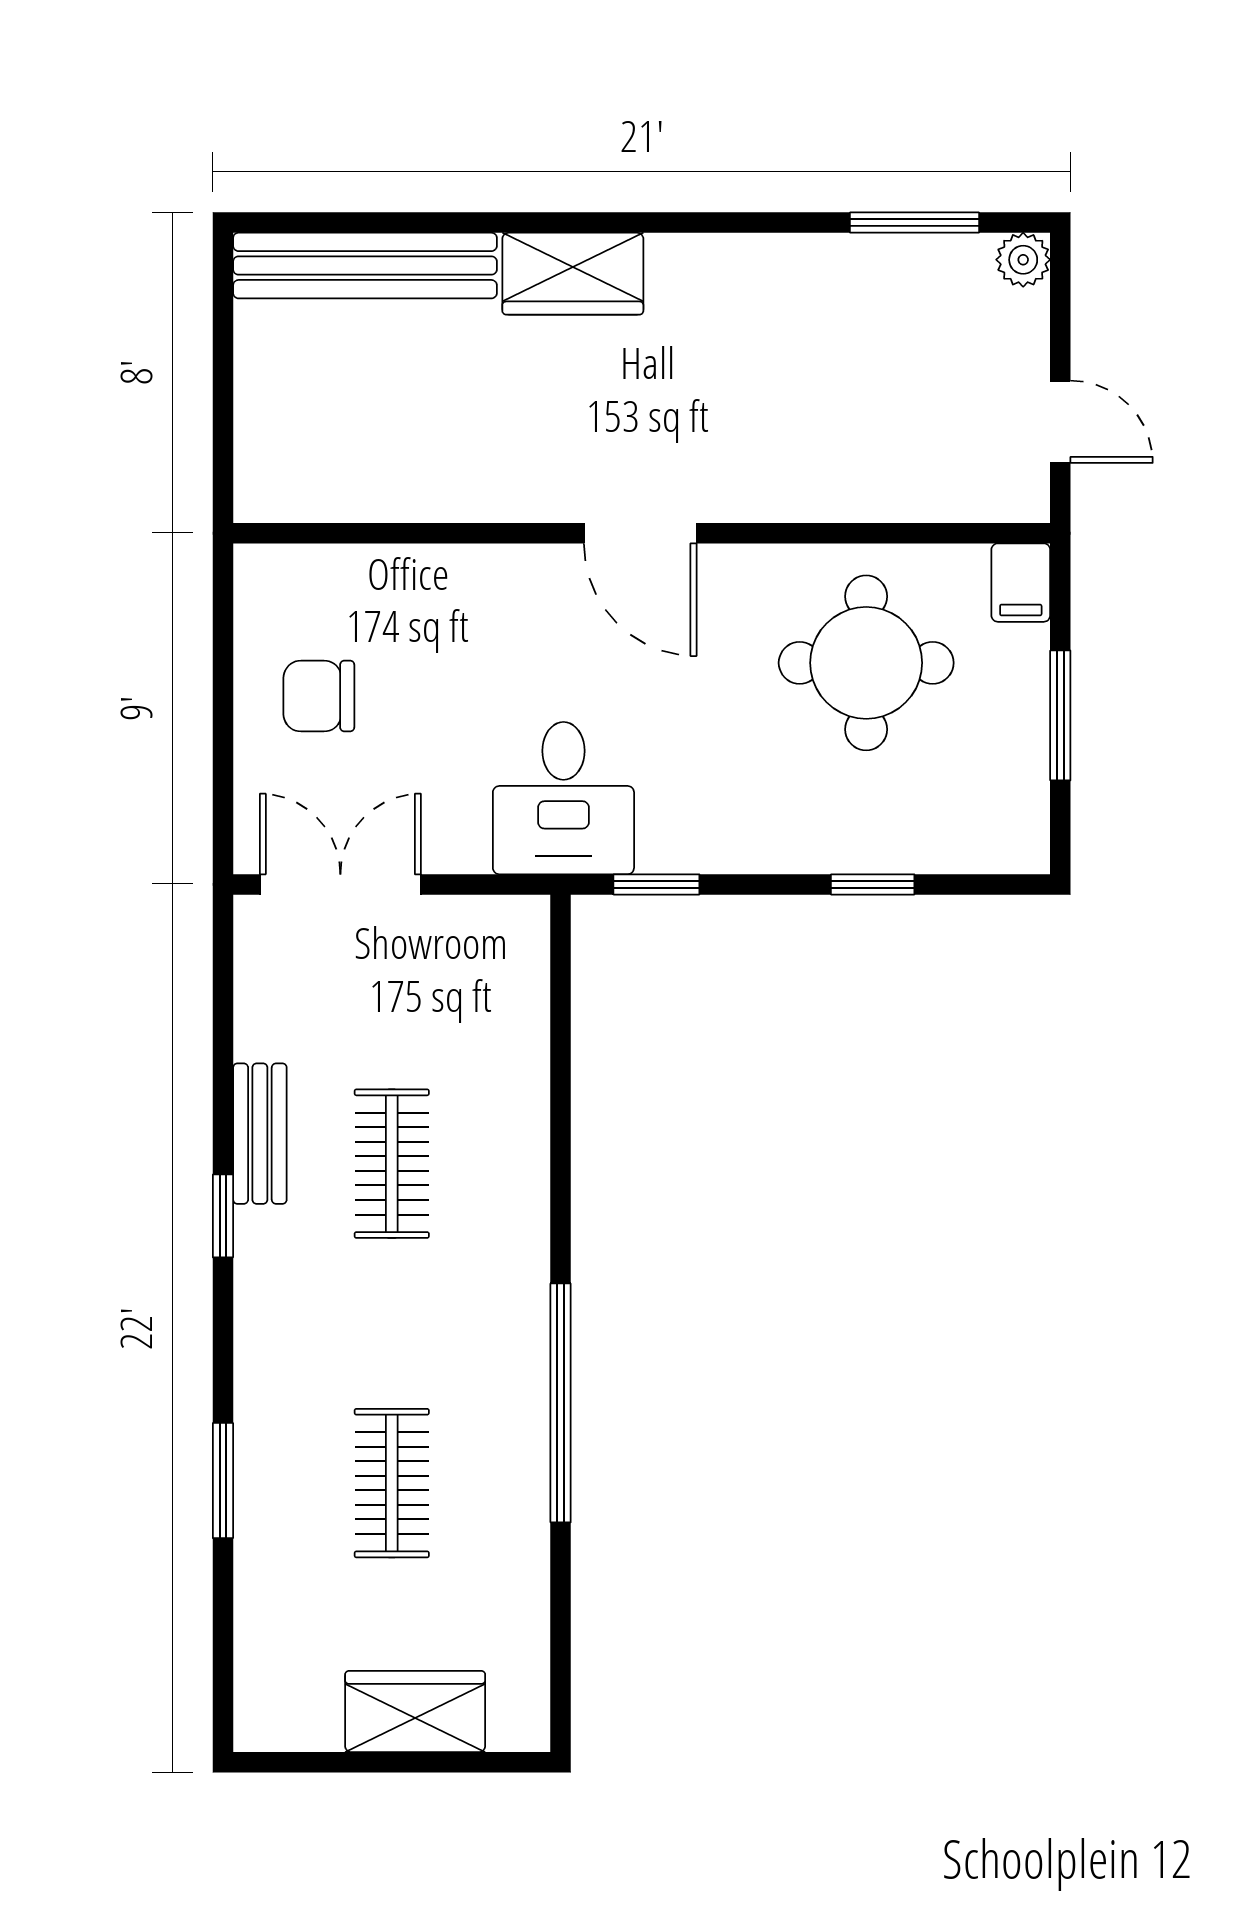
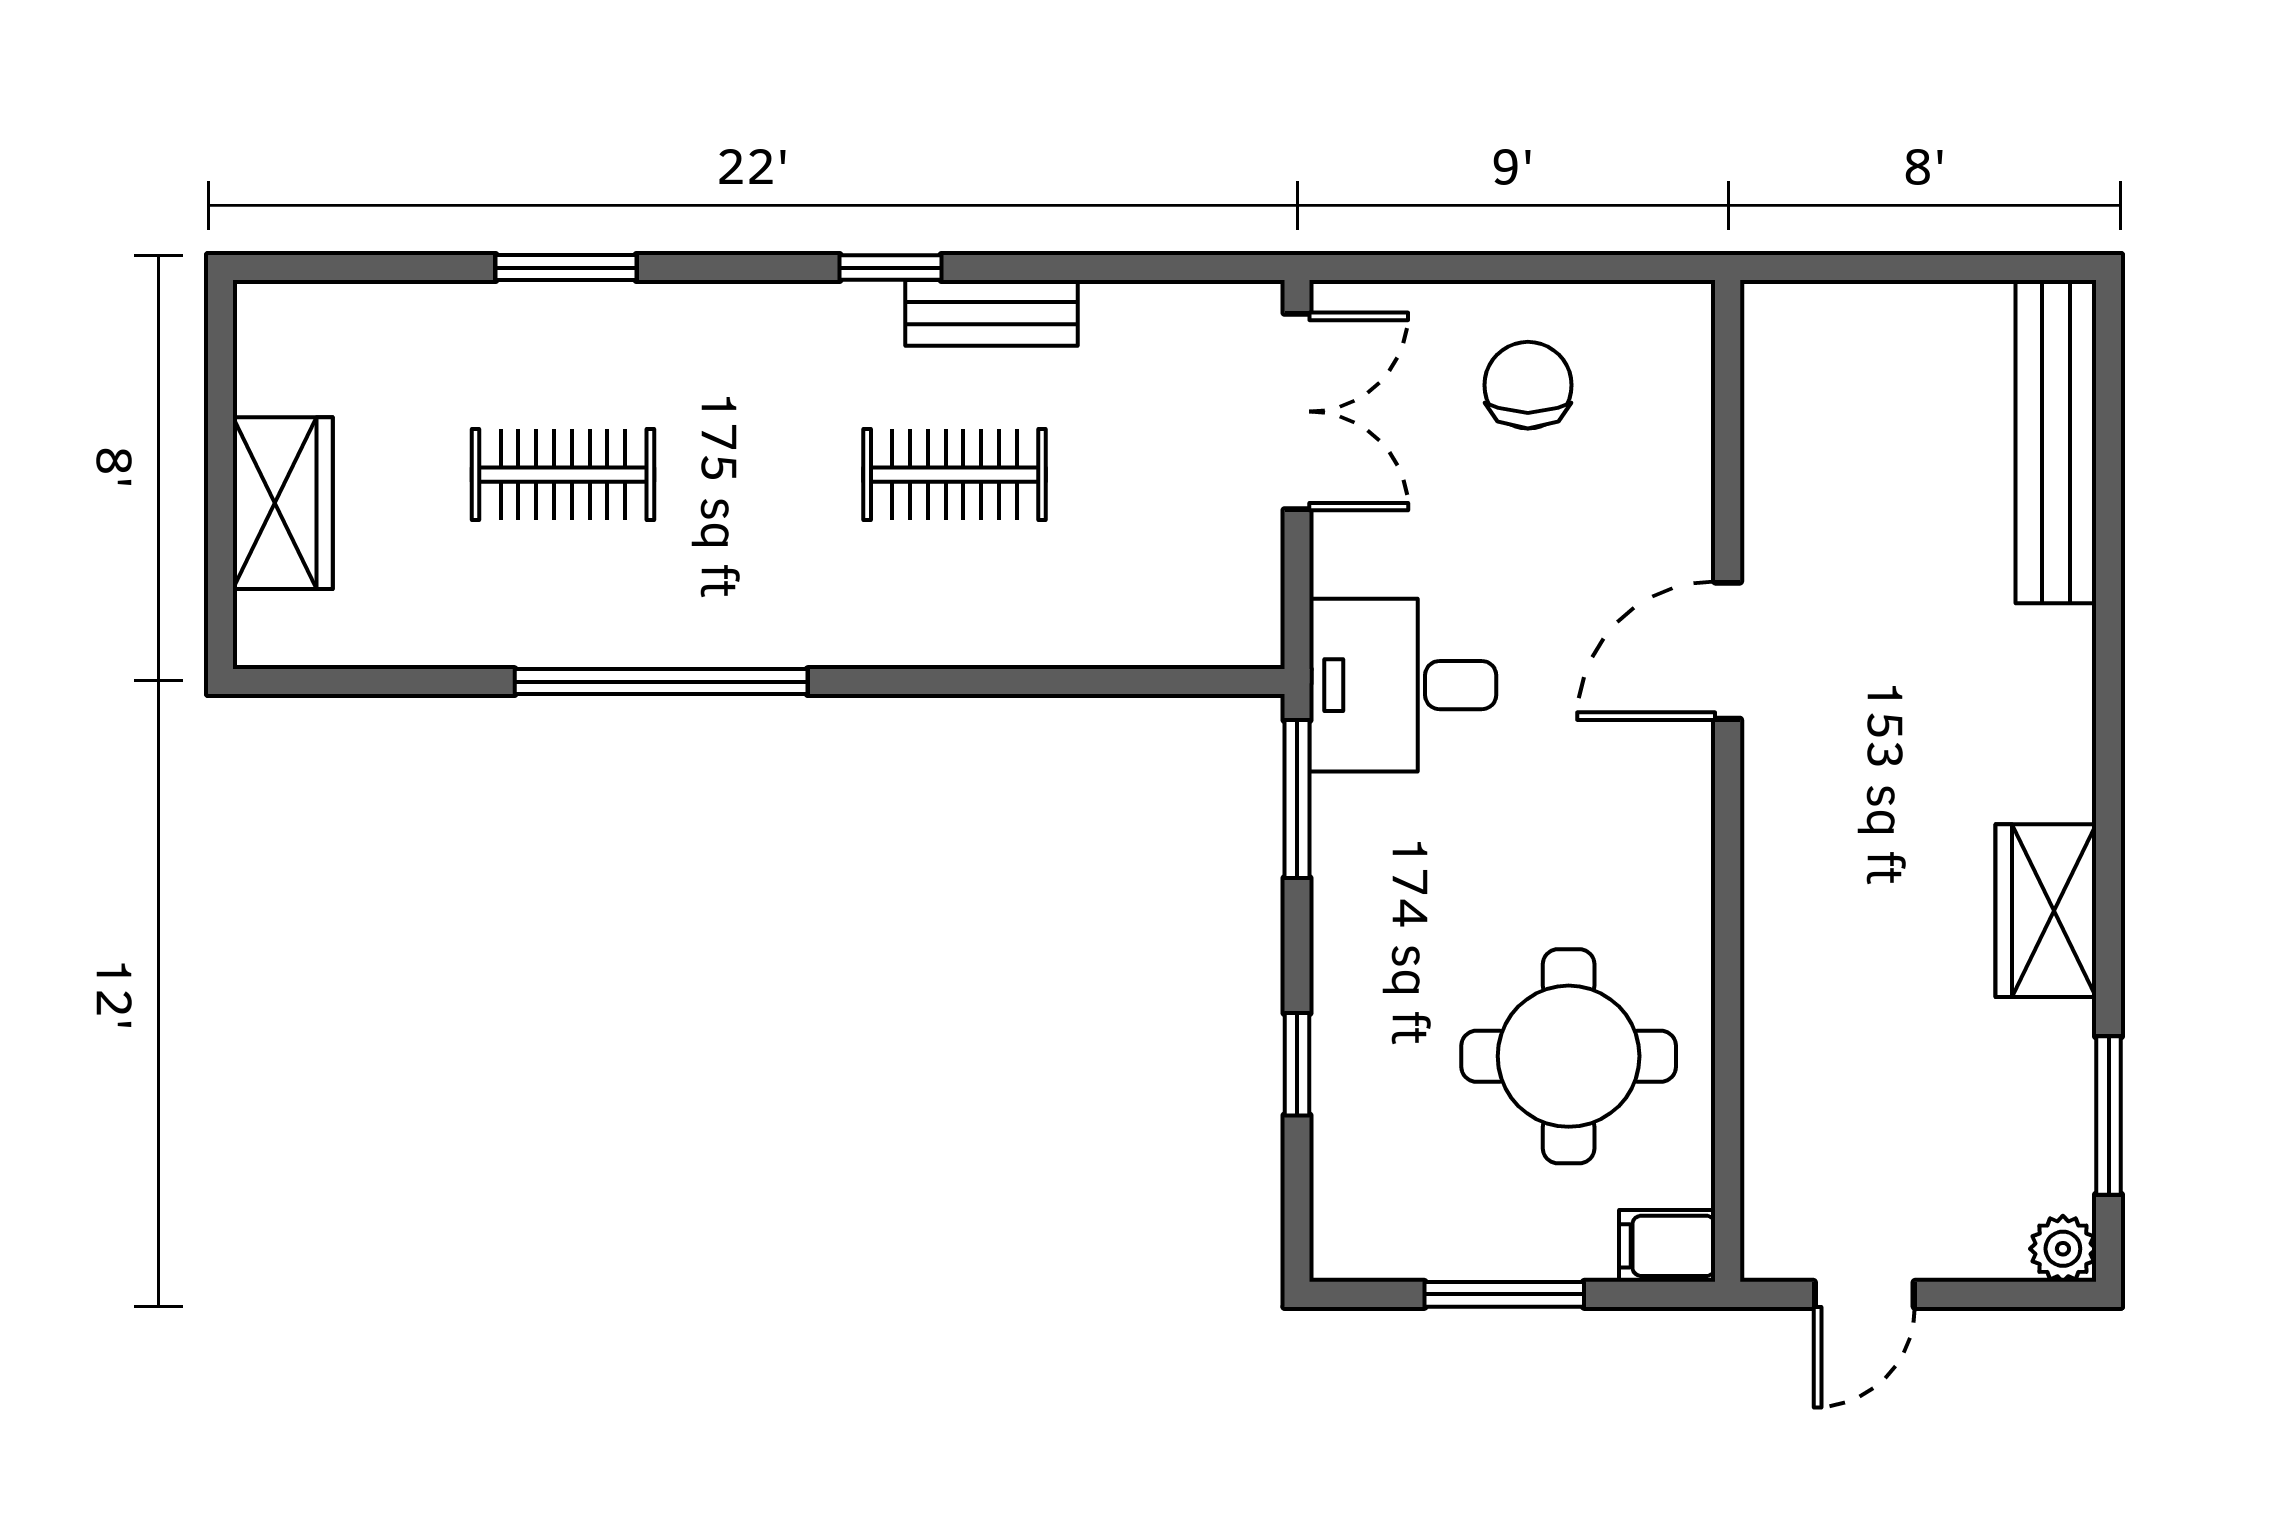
wardrobe: (573, 274) -> (2046, 911), moved
door: (640, 533) -> (1728, 651), moved
window: (656, 884) -> (1297, 799), width x1.50

